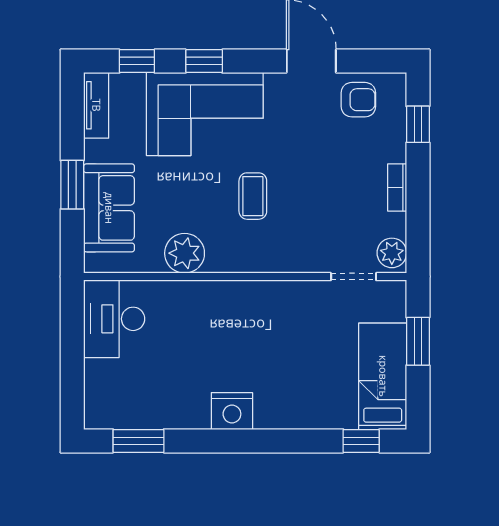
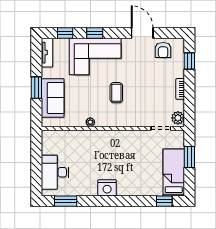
armchair: (358, 100) -> (163, 50), turned 90
plant: (185, 253) -> (90, 122), width x0.53, depth x0.53
desk: (114, 319) -> (55, 172), moved

